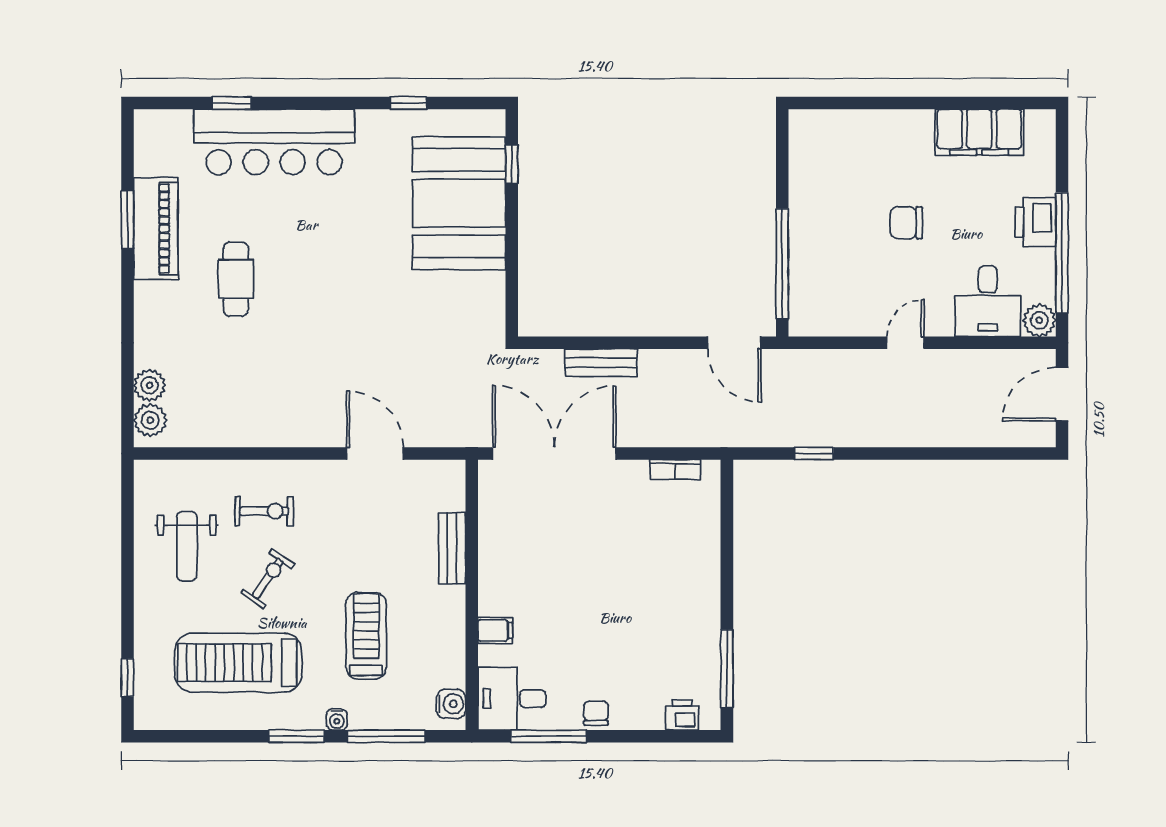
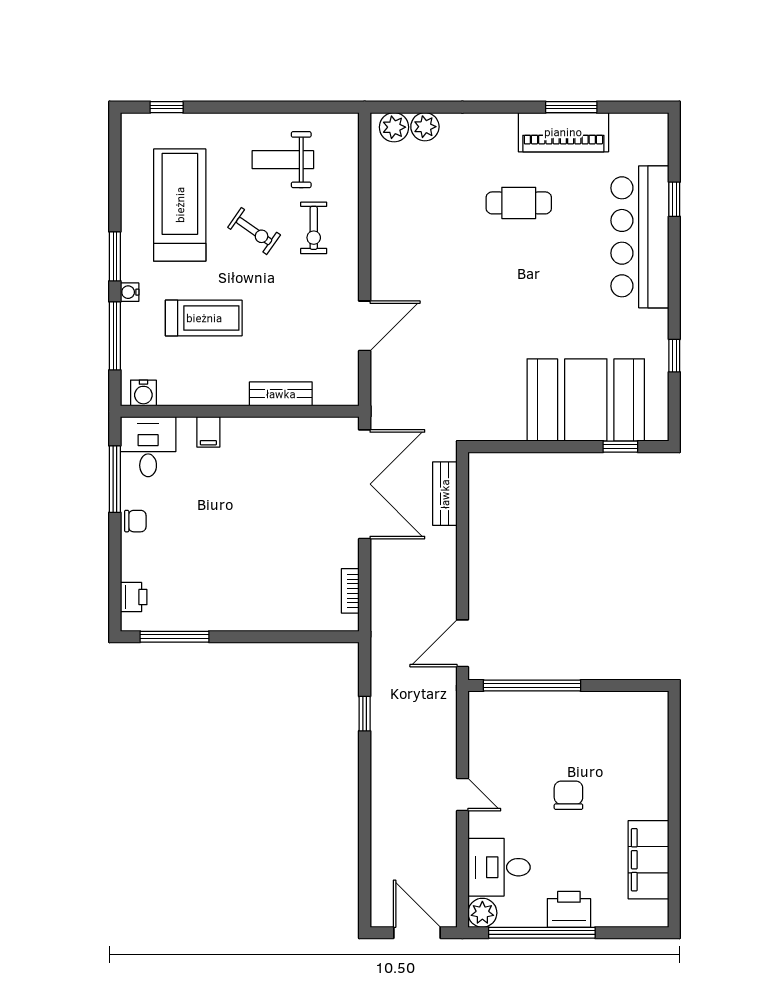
bench: (601, 363) -> (445, 494), moved

